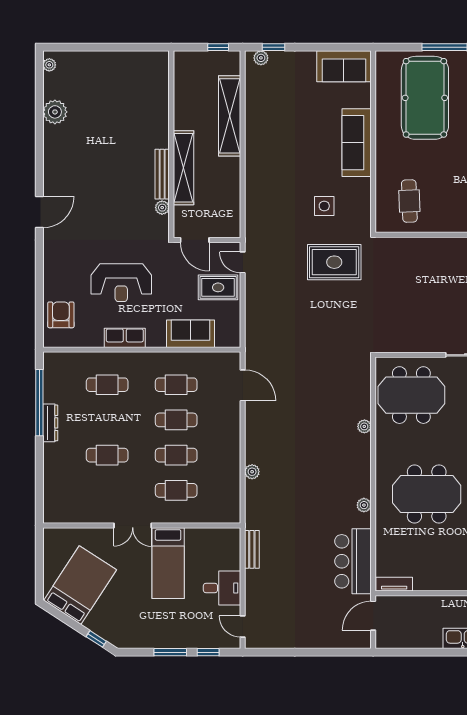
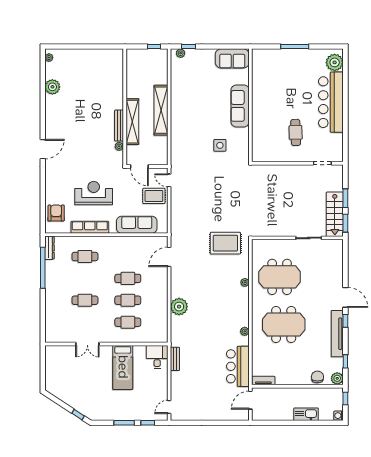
pool table: (425, 98) -> (283, 78), removed
shelving: (230, 116) -> (161, 110), moved
cafe table: (409, 201) -> (296, 132), moved
rug: (334, 262) -> (225, 243), moved
reception desk: (121, 283) -> (94, 193), turned 180
sofa: (190, 334) -> (137, 225), width x1.36
row of seats: (125, 338) -> (90, 227), width x1.48
cafe table: (176, 385) -> (128, 256), removed
door: (243, 385) -> (169, 257), swing flipped
meeting table: (411, 395) -> (280, 277), moved
dresser: (50, 423) -> (50, 248), moved
plant: (252, 472) -> (179, 307), width x1.87, depth x1.87
double door: (133, 525) -> (87, 344), moved
bed: (80, 585) -> (68, 381), removed
desk: (222, 588) -> (157, 357), moved, turned -90
door: (243, 627) -> (169, 407), hinge flipped

